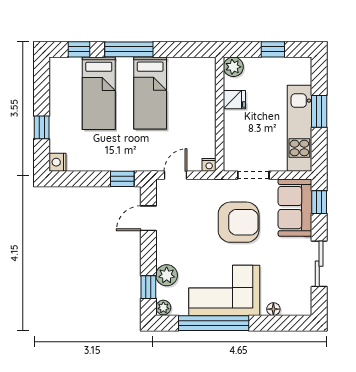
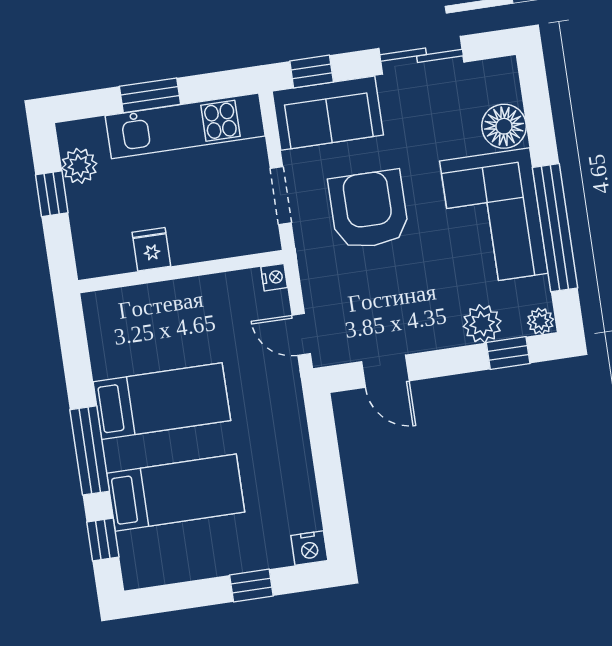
plant: (233, 67) -> (79, 166), moved
window: (122, 179) -> (322, 428), removed
floor lamp: (273, 309) -> (504, 126), width x1.89, depth x1.89

